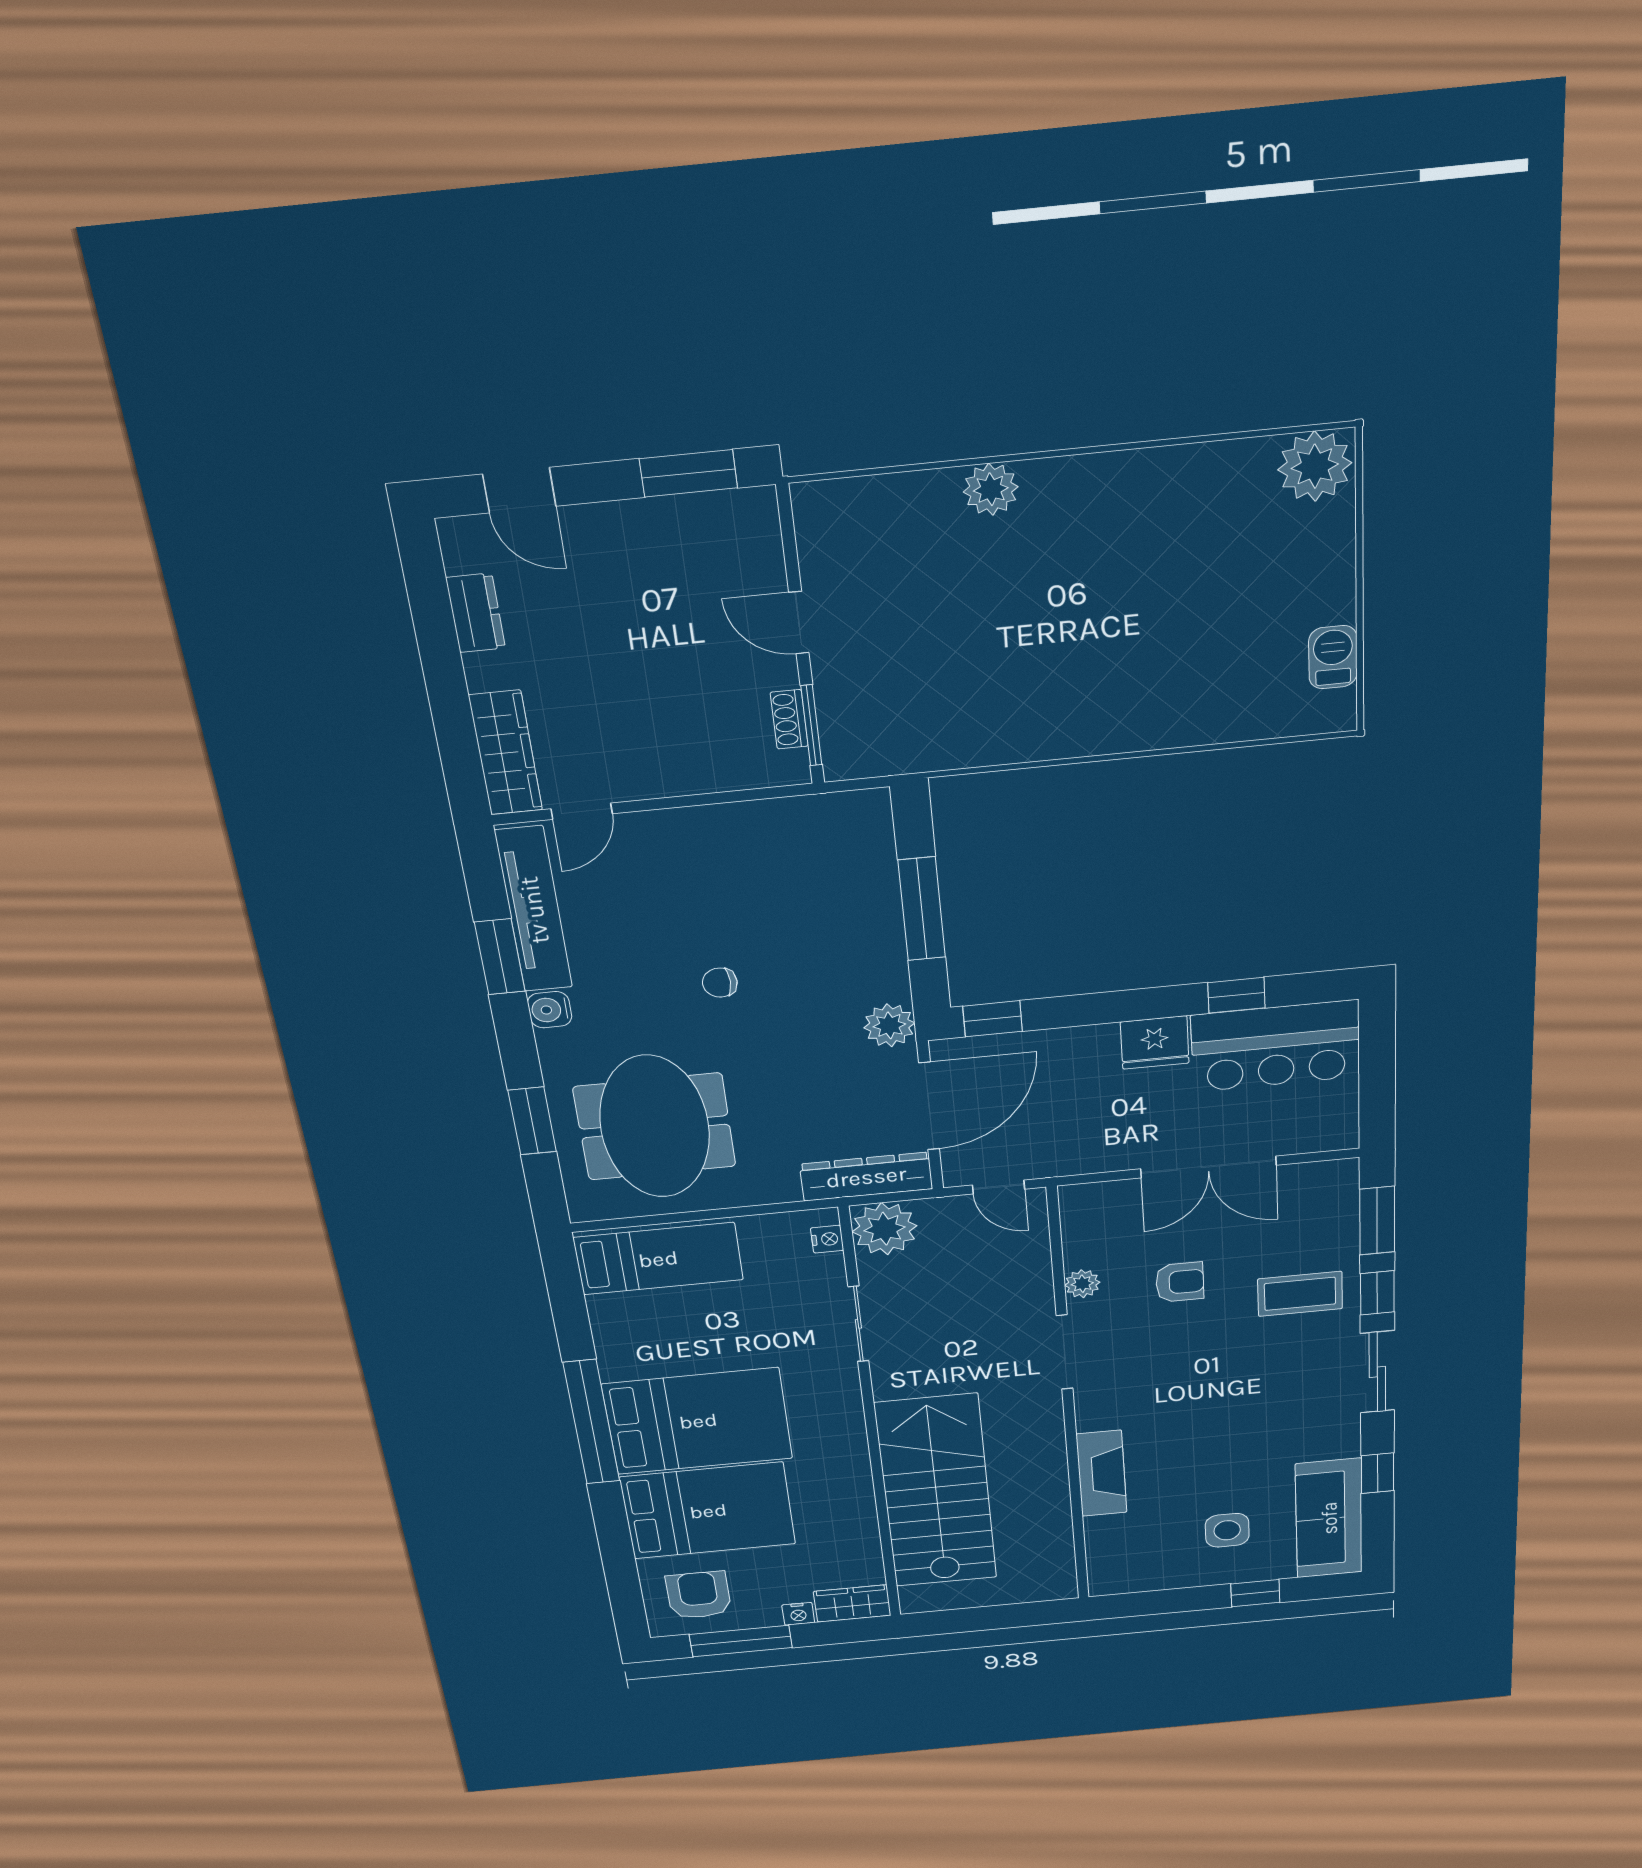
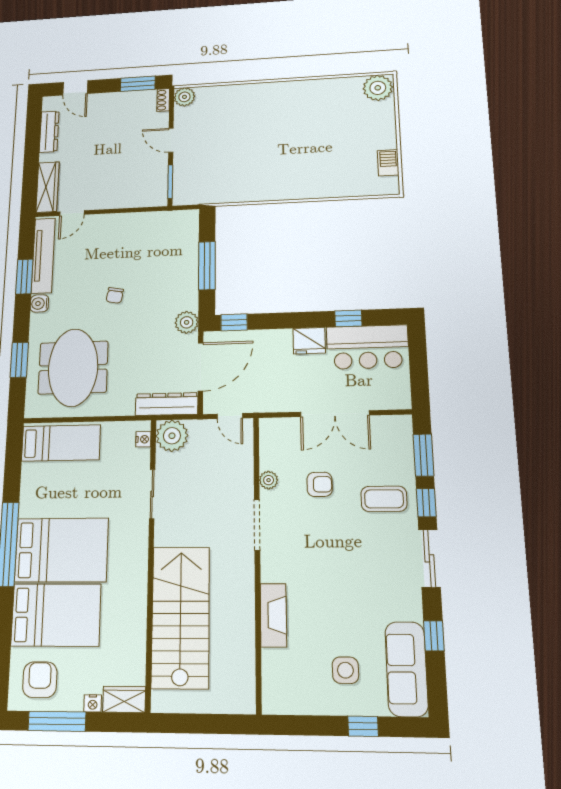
plant: (991, 489) -> (184, 97), moved
dresser: (476, 613) -> (49, 132), width x1.44
shoe rack: (789, 719) -> (163, 100), moved
chair: (720, 983) -> (115, 295), turned -80

